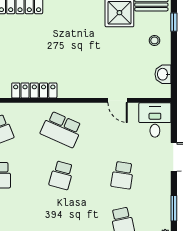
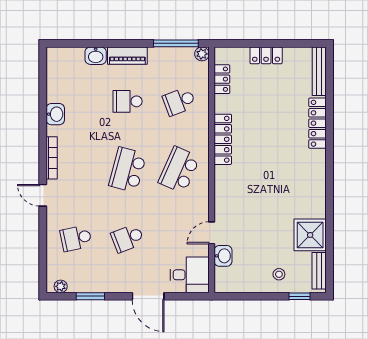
washbasin: (163, 74) -> (223, 256), moved, turned 90
school desk: (61, 175) -> (128, 170), width x1.85
school desk: (122, 175) -> (128, 238), turned -30

